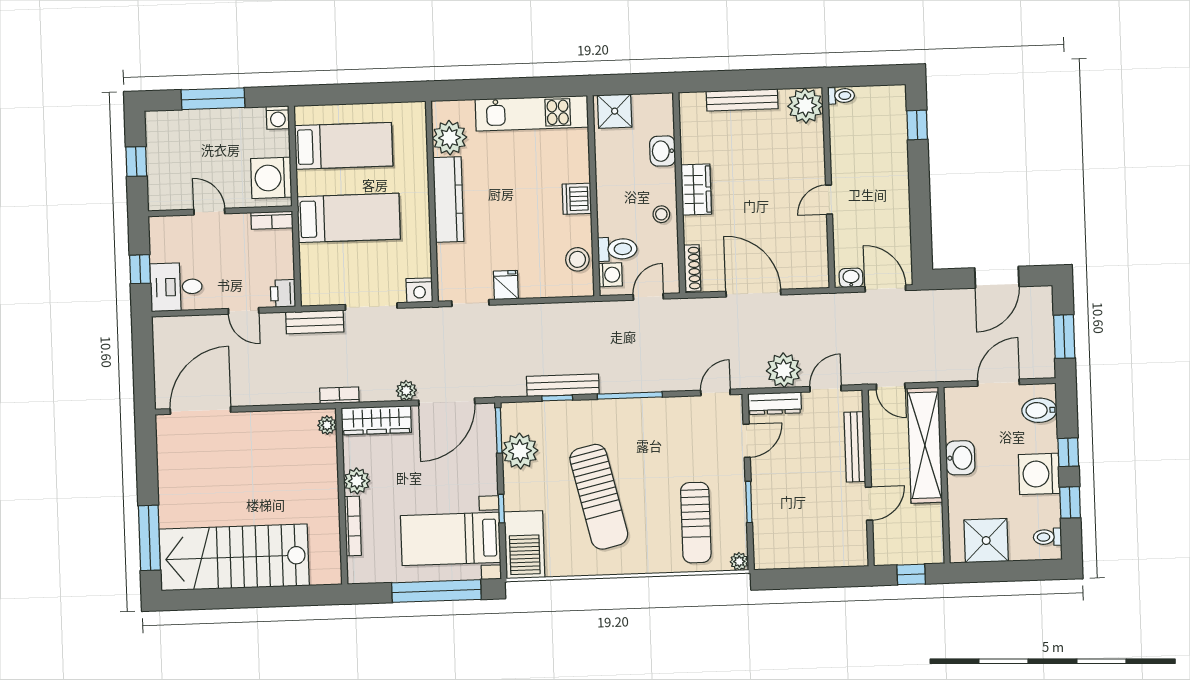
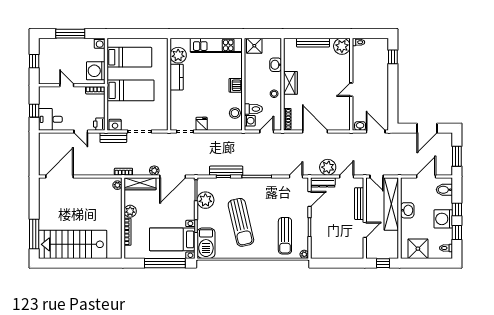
kitchen counter: (448, 200) -> (177, 77), width x0.67
nightstand: (419, 290) -> (115, 125), moved

